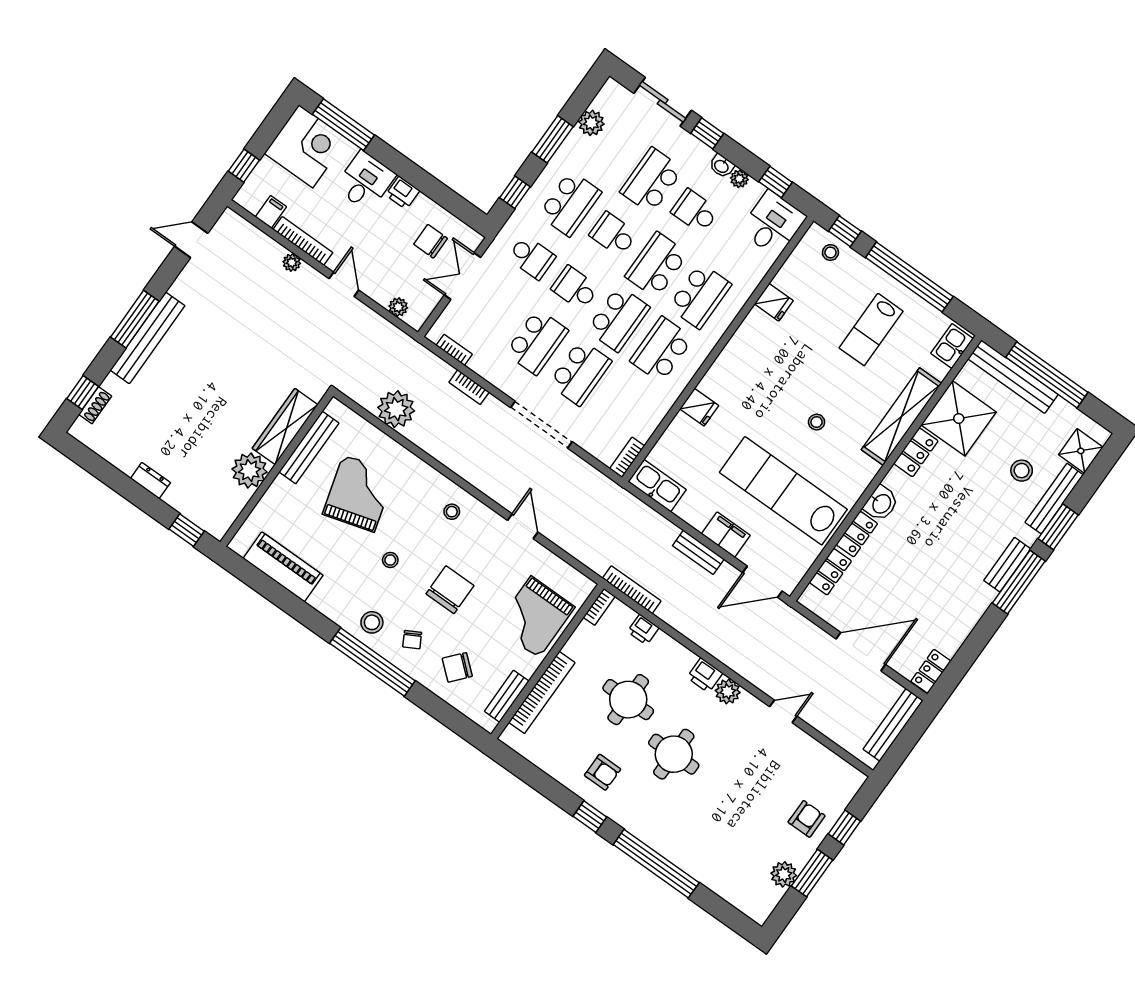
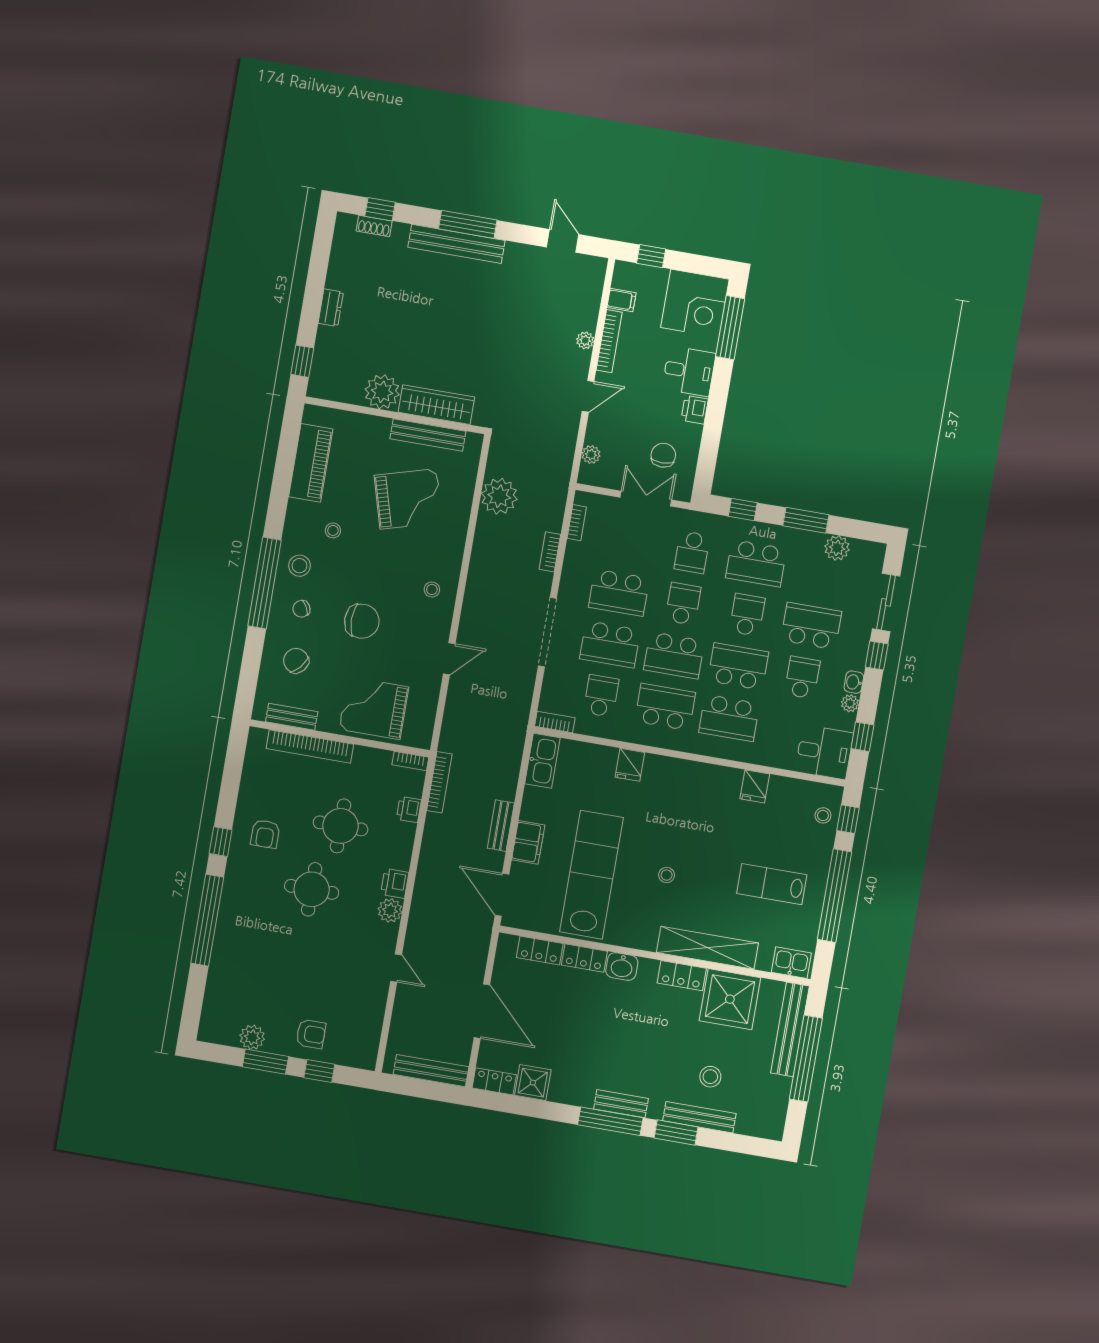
school desk: (623, 403) -> (601, 696), added
shower: (1081, 451) -> (533, 1083), moved
stool: (390, 560) -> (333, 530), moved

